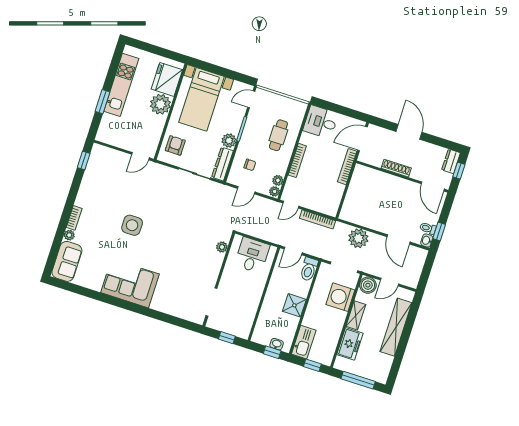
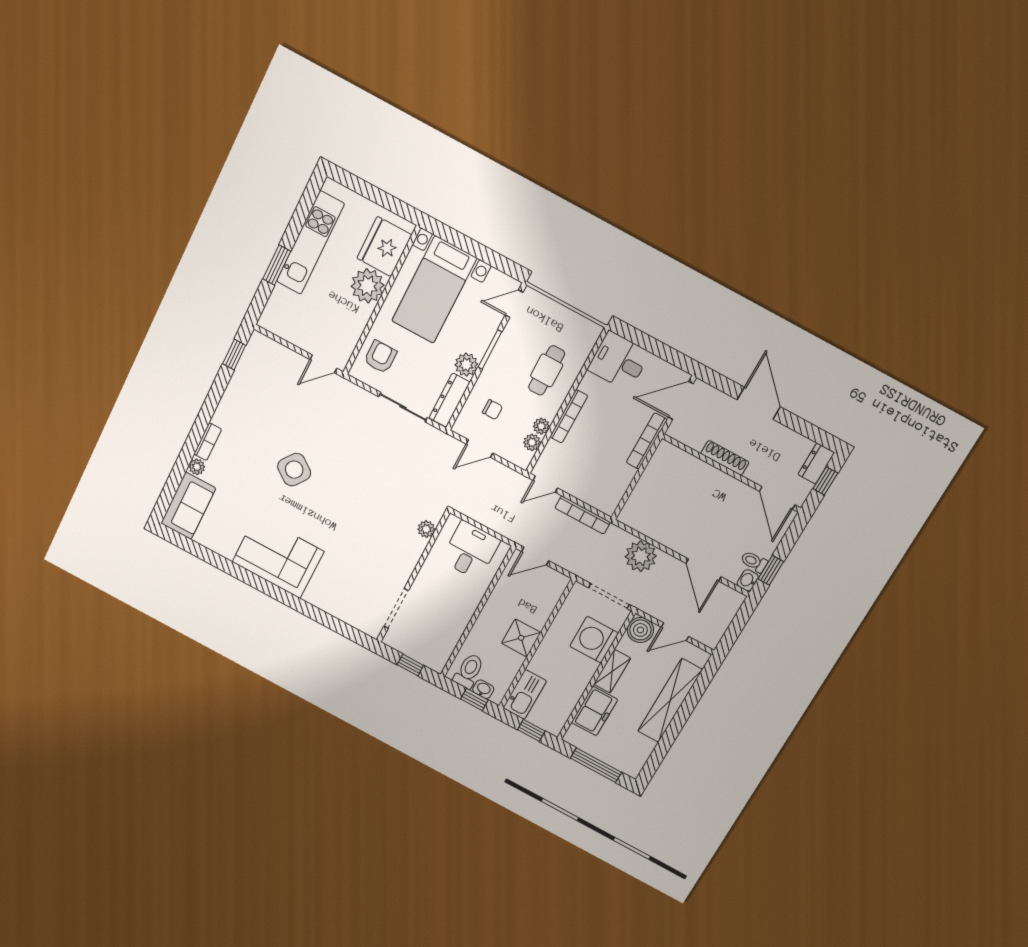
plant: (275, 191) -> (541, 426), moved
side table: (132, 225) -> (294, 470), turned 36
toilet: (309, 269) -> (469, 671), moved, turned 180

